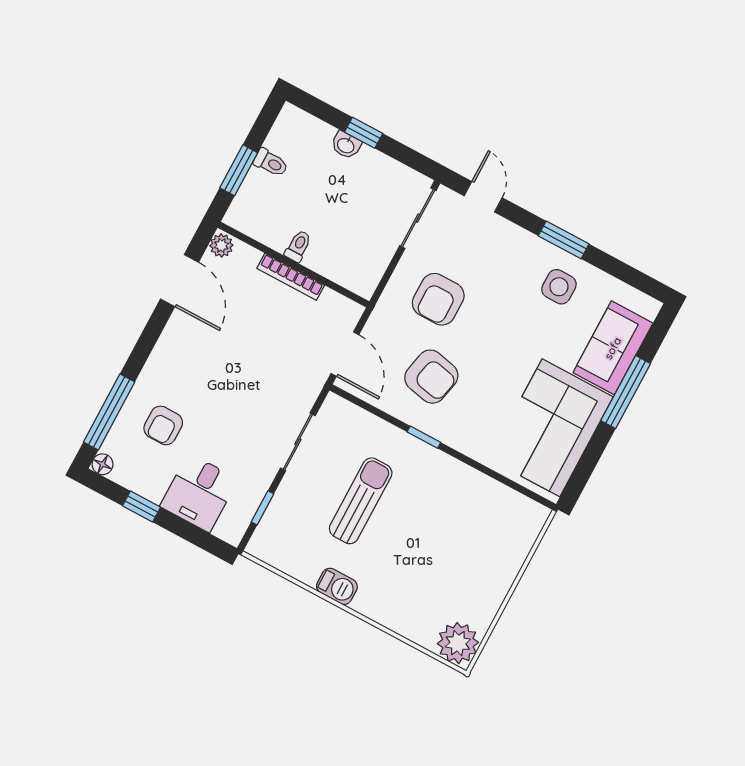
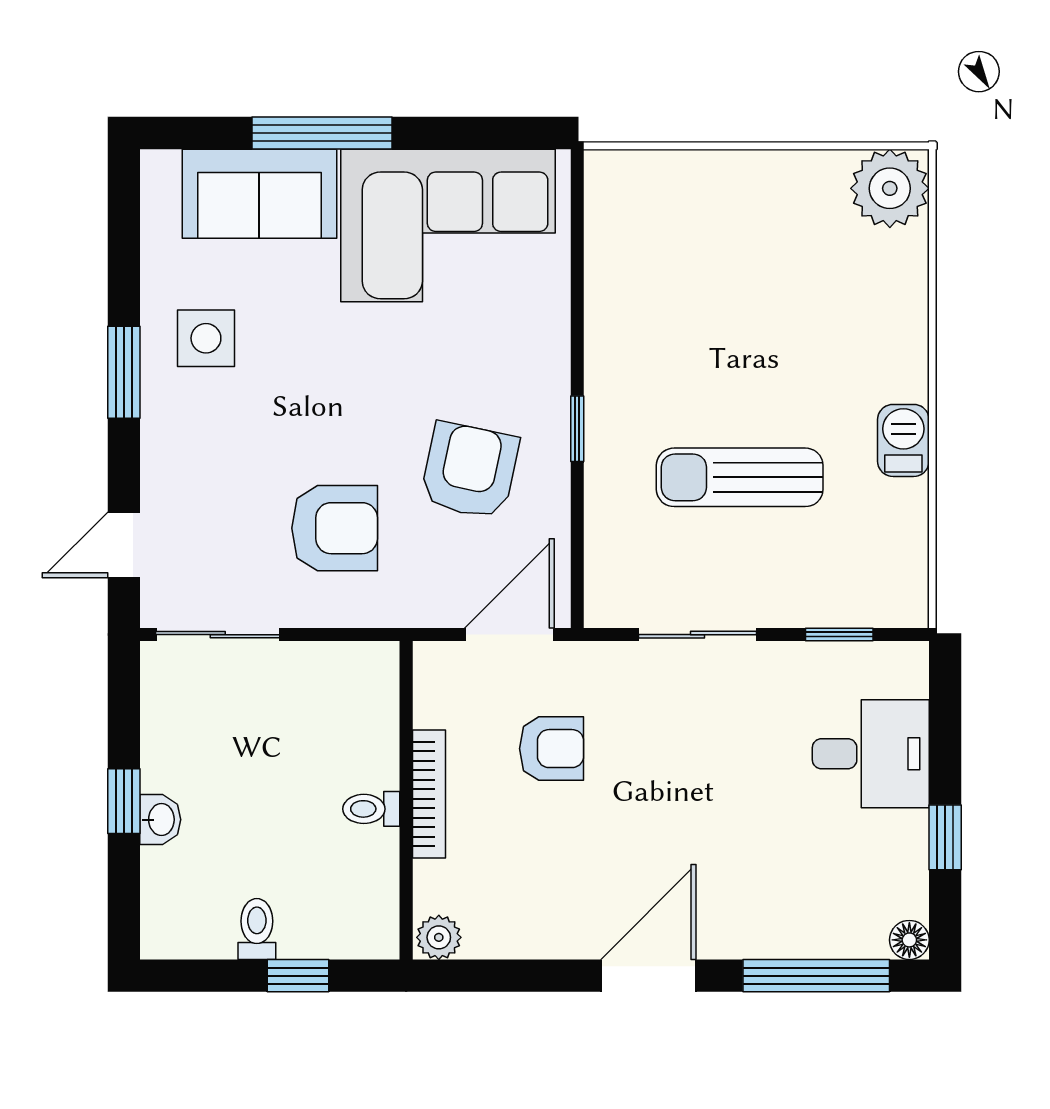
window: (239, 170) -> (298, 976), width x0.67
door: (180, 281) -> (648, 976), moved
armchair: (163, 425) -> (552, 749), moved

